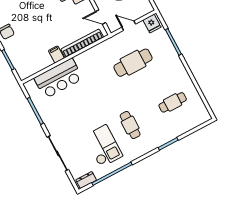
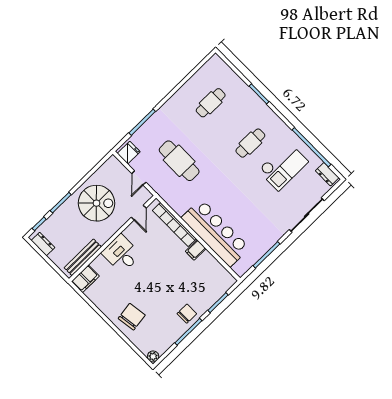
bar counter: (58, 78) -> (215, 233), width x1.36
cafe table: (173, 102) -> (211, 103), turned 90
checkout: (103, 146) -> (283, 166), turned 180

